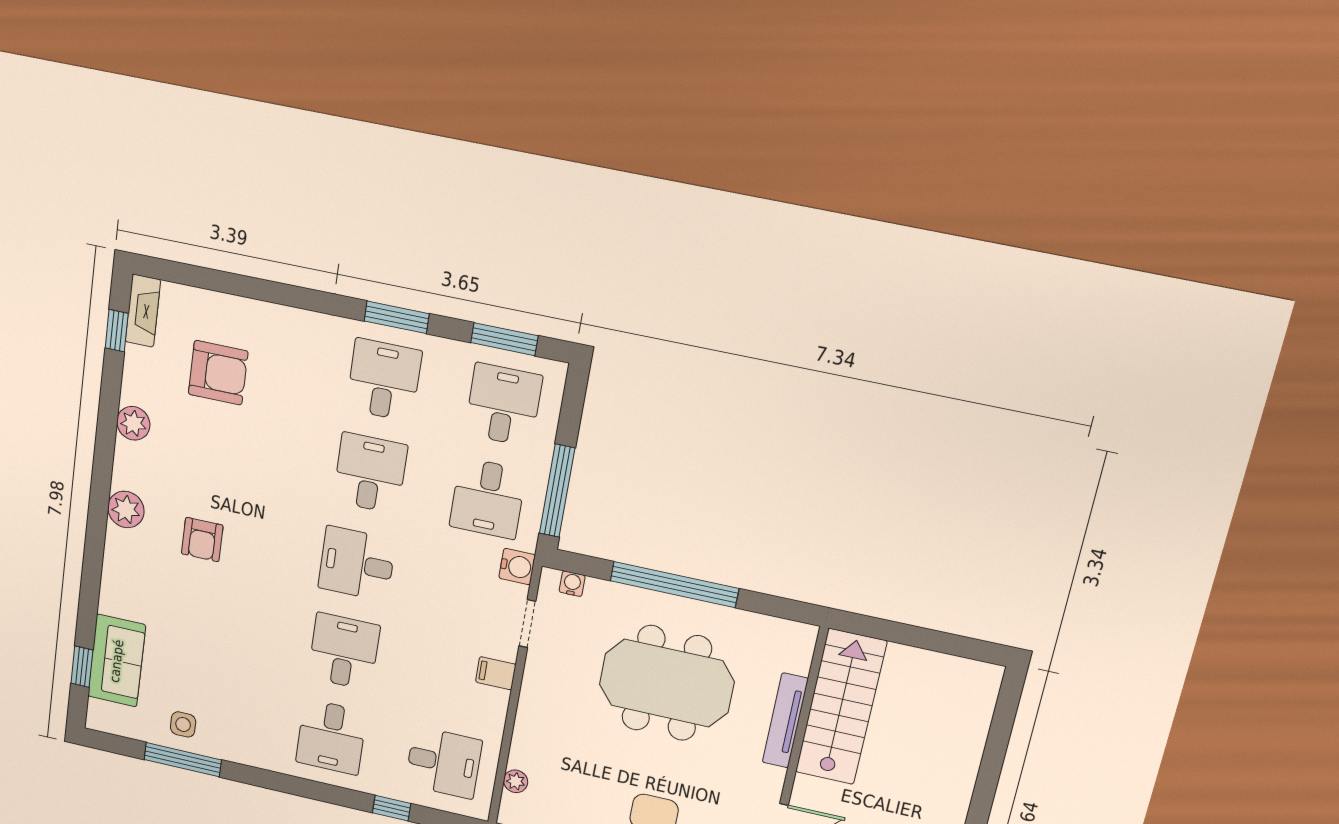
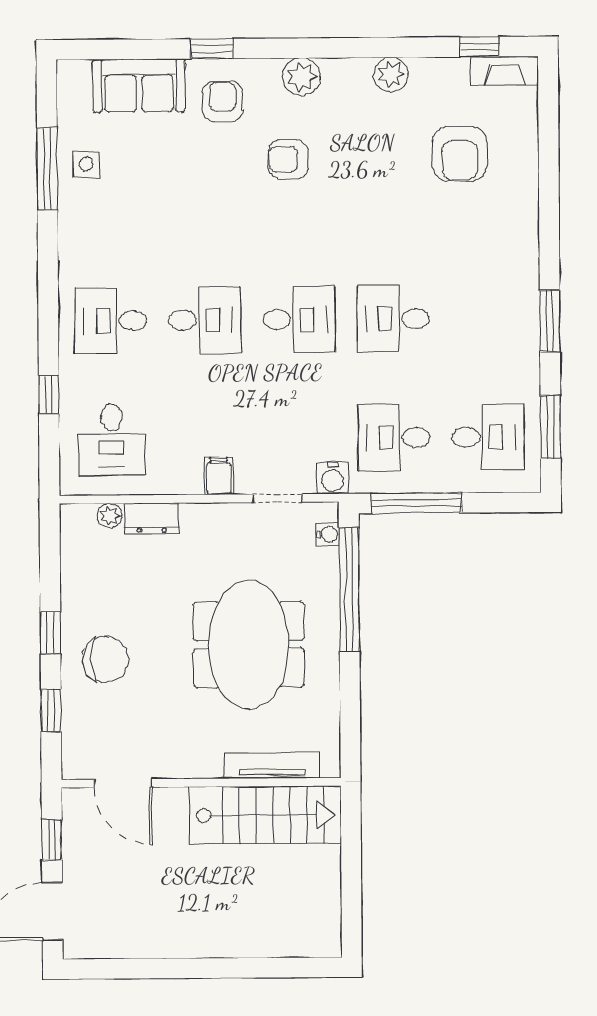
desk: (384, 380) -> (487, 318), removed
desk: (370, 473) -> (393, 319), turned 180
desk: (357, 564) -> (299, 319), turned 90
window: (674, 585) -> (349, 589), moved
armchair: (140, 588) -> (223, 101), added
window: (82, 667) -> (212, 49), moved
tv unit: (785, 720) -> (272, 765), moved
dresser: (525, 744) -> (152, 518), added

